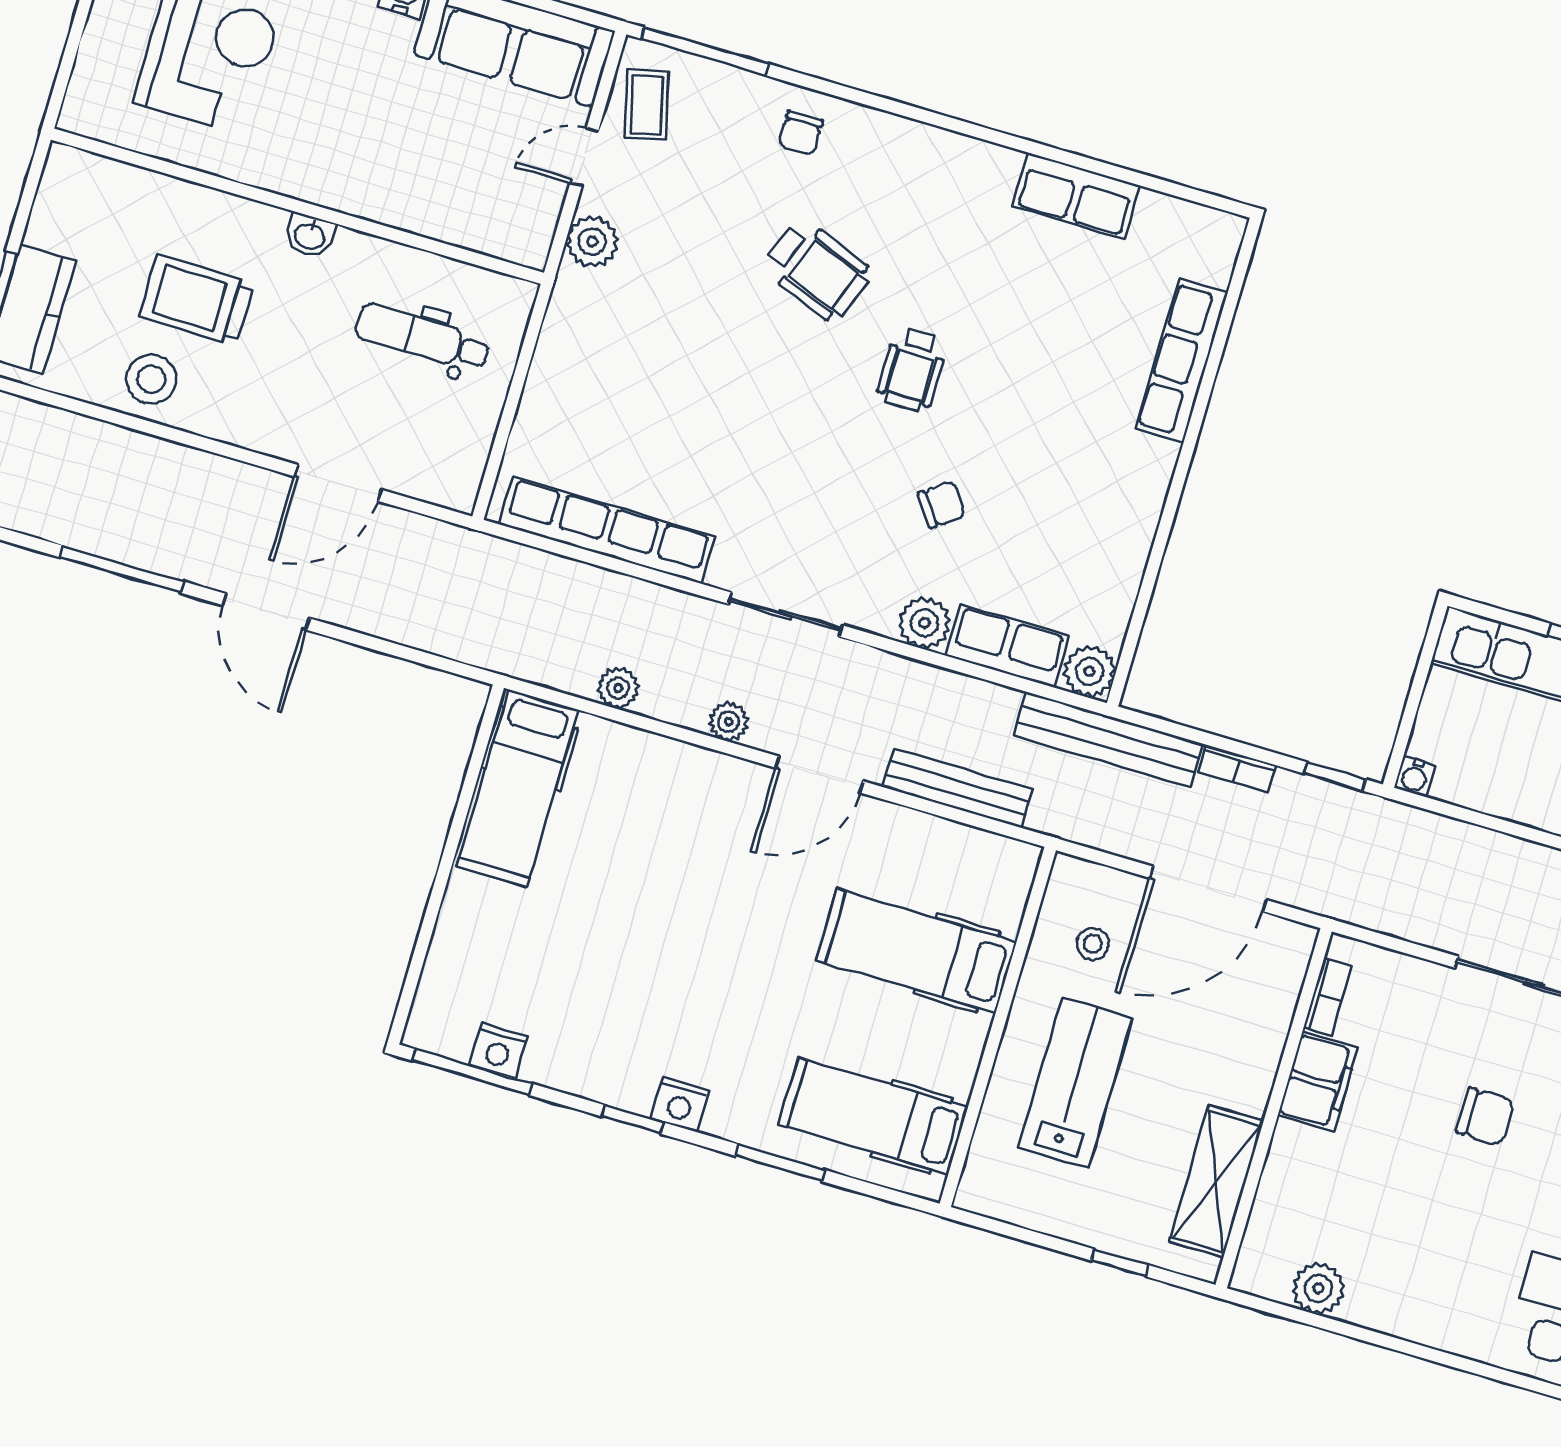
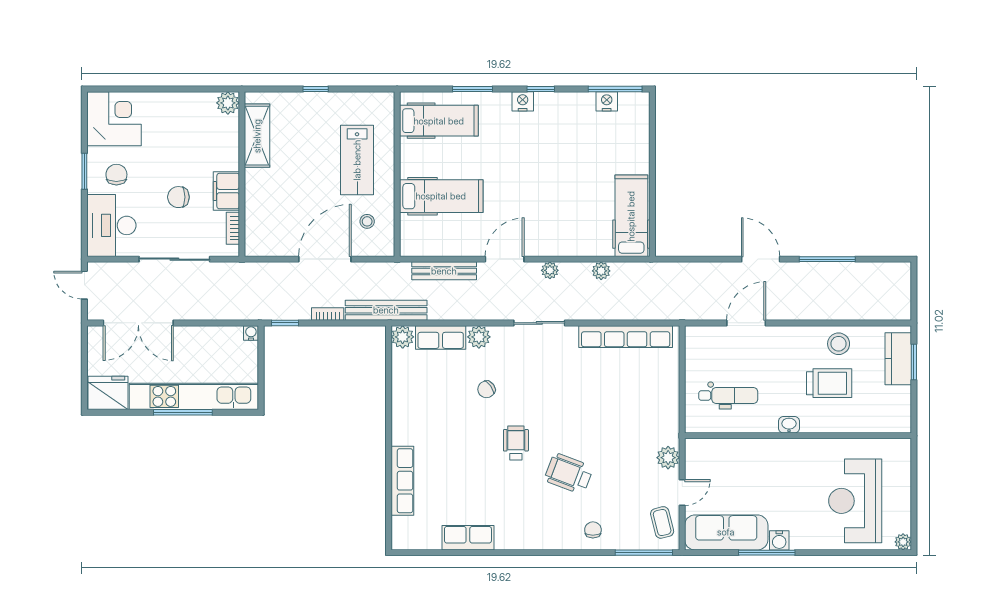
bookcase: (1328, 997) -> (233, 228), moved
filing cabinet: (1318, 1081) -> (226, 191), moved
wall: (1274, 1108) -> (242, 174), moved
shelving: (1216, 1182) -> (257, 136), moved

